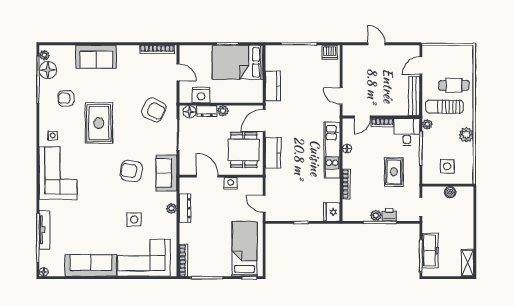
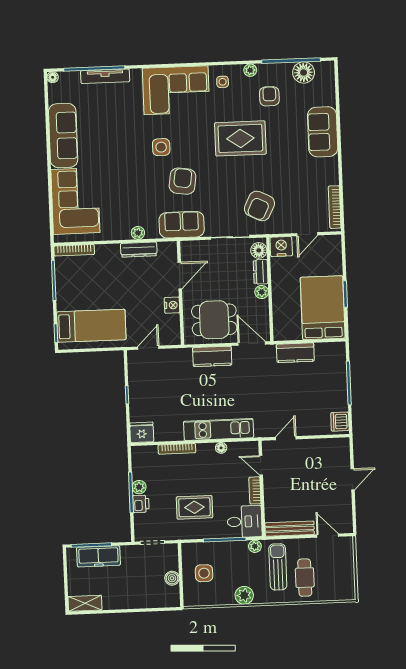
plant: (44, 55) -> (250, 70), moved
nightstand: (201, 95) -> (281, 247), moved, turned 90
side table: (134, 220) -> (161, 147), moved

